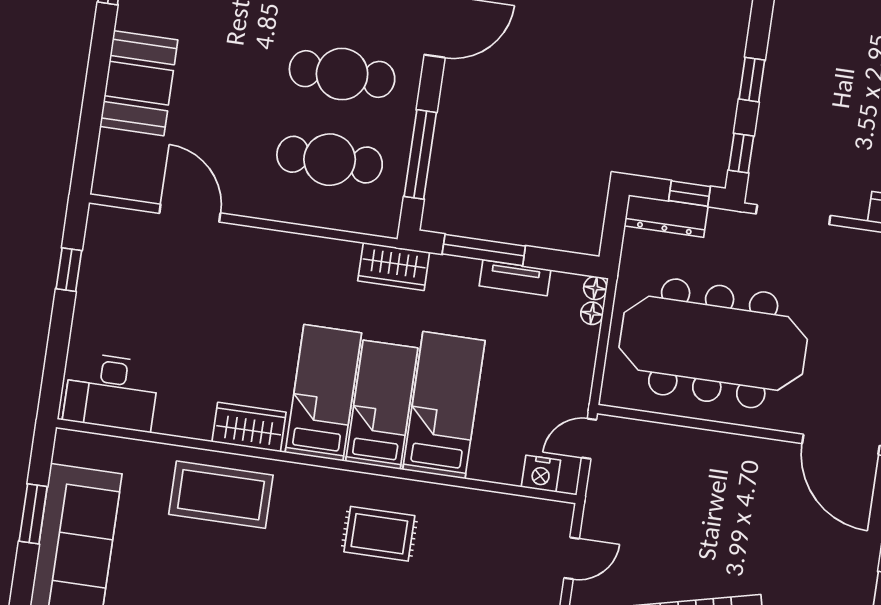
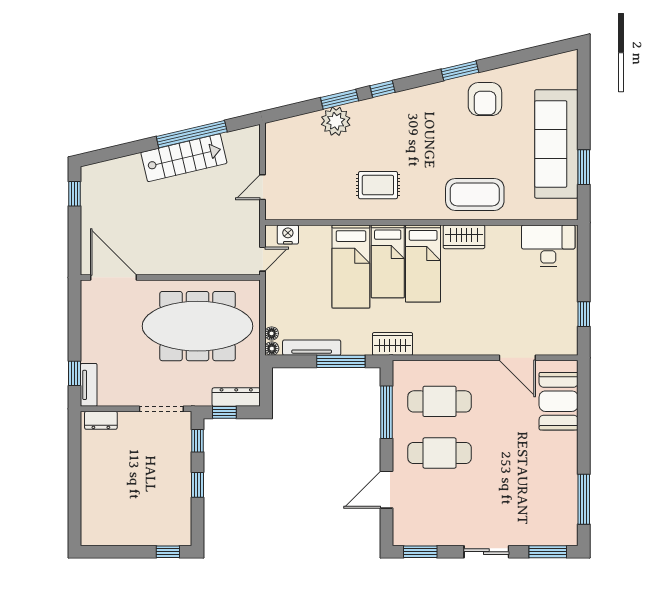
booth: (139, 83) -> (559, 401), moved
tv unit: (515, 278) -> (312, 348), width x1.41

